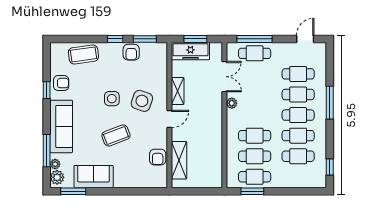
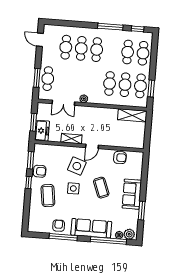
window: (255, 39) -> (37, 78), width x0.69
freezer: (190, 51) -> (42, 131), width x0.71
coffee table: (83, 54) -> (48, 196), moved
double door: (224, 77) -> (63, 103), swing flipped
window: (47, 90) -> (63, 237), width x2.17
window: (330, 103) -> (110, 27), moved
door: (169, 119) -> (92, 146), swing flipped
cafe table: (298, 136) -> (143, 53), moved
window: (47, 151) -> (108, 241), width x1.46
shelving: (179, 160) -> (132, 115), moved
sofa: (94, 177) -> (132, 194), moved
window: (73, 191) -> (142, 211), moved

